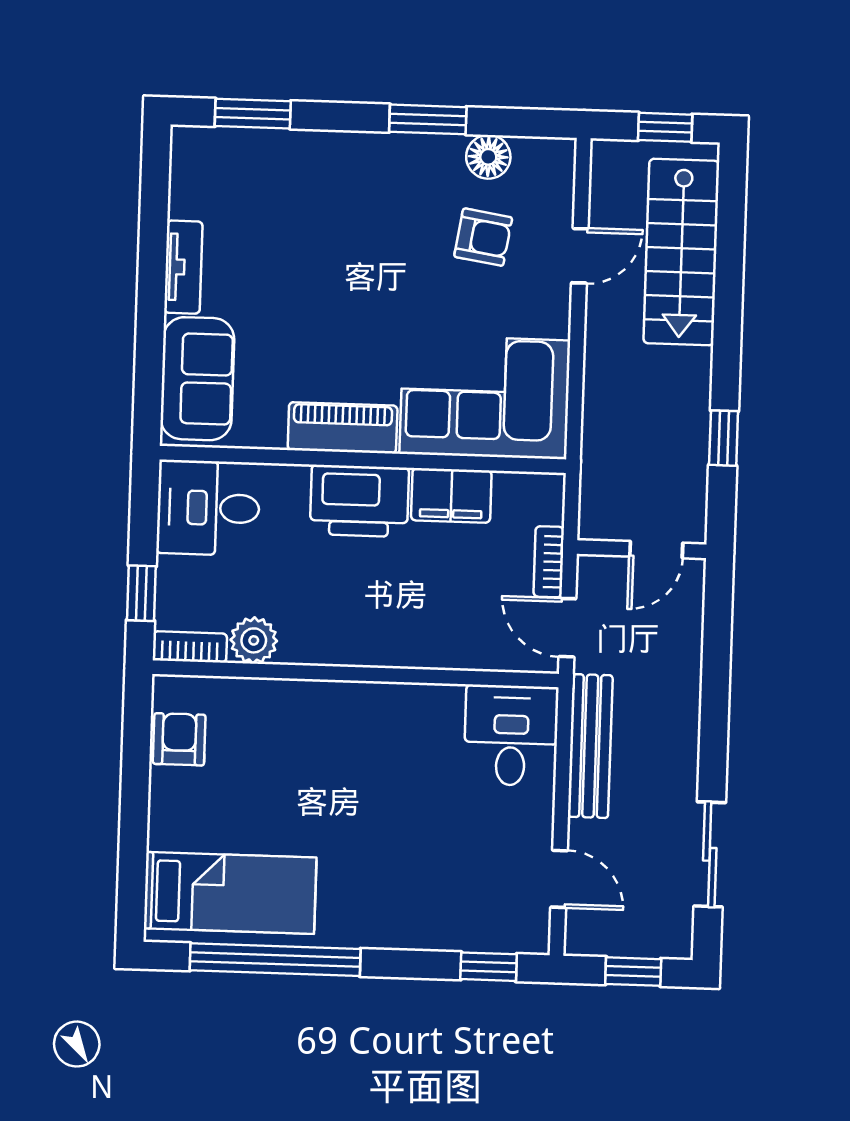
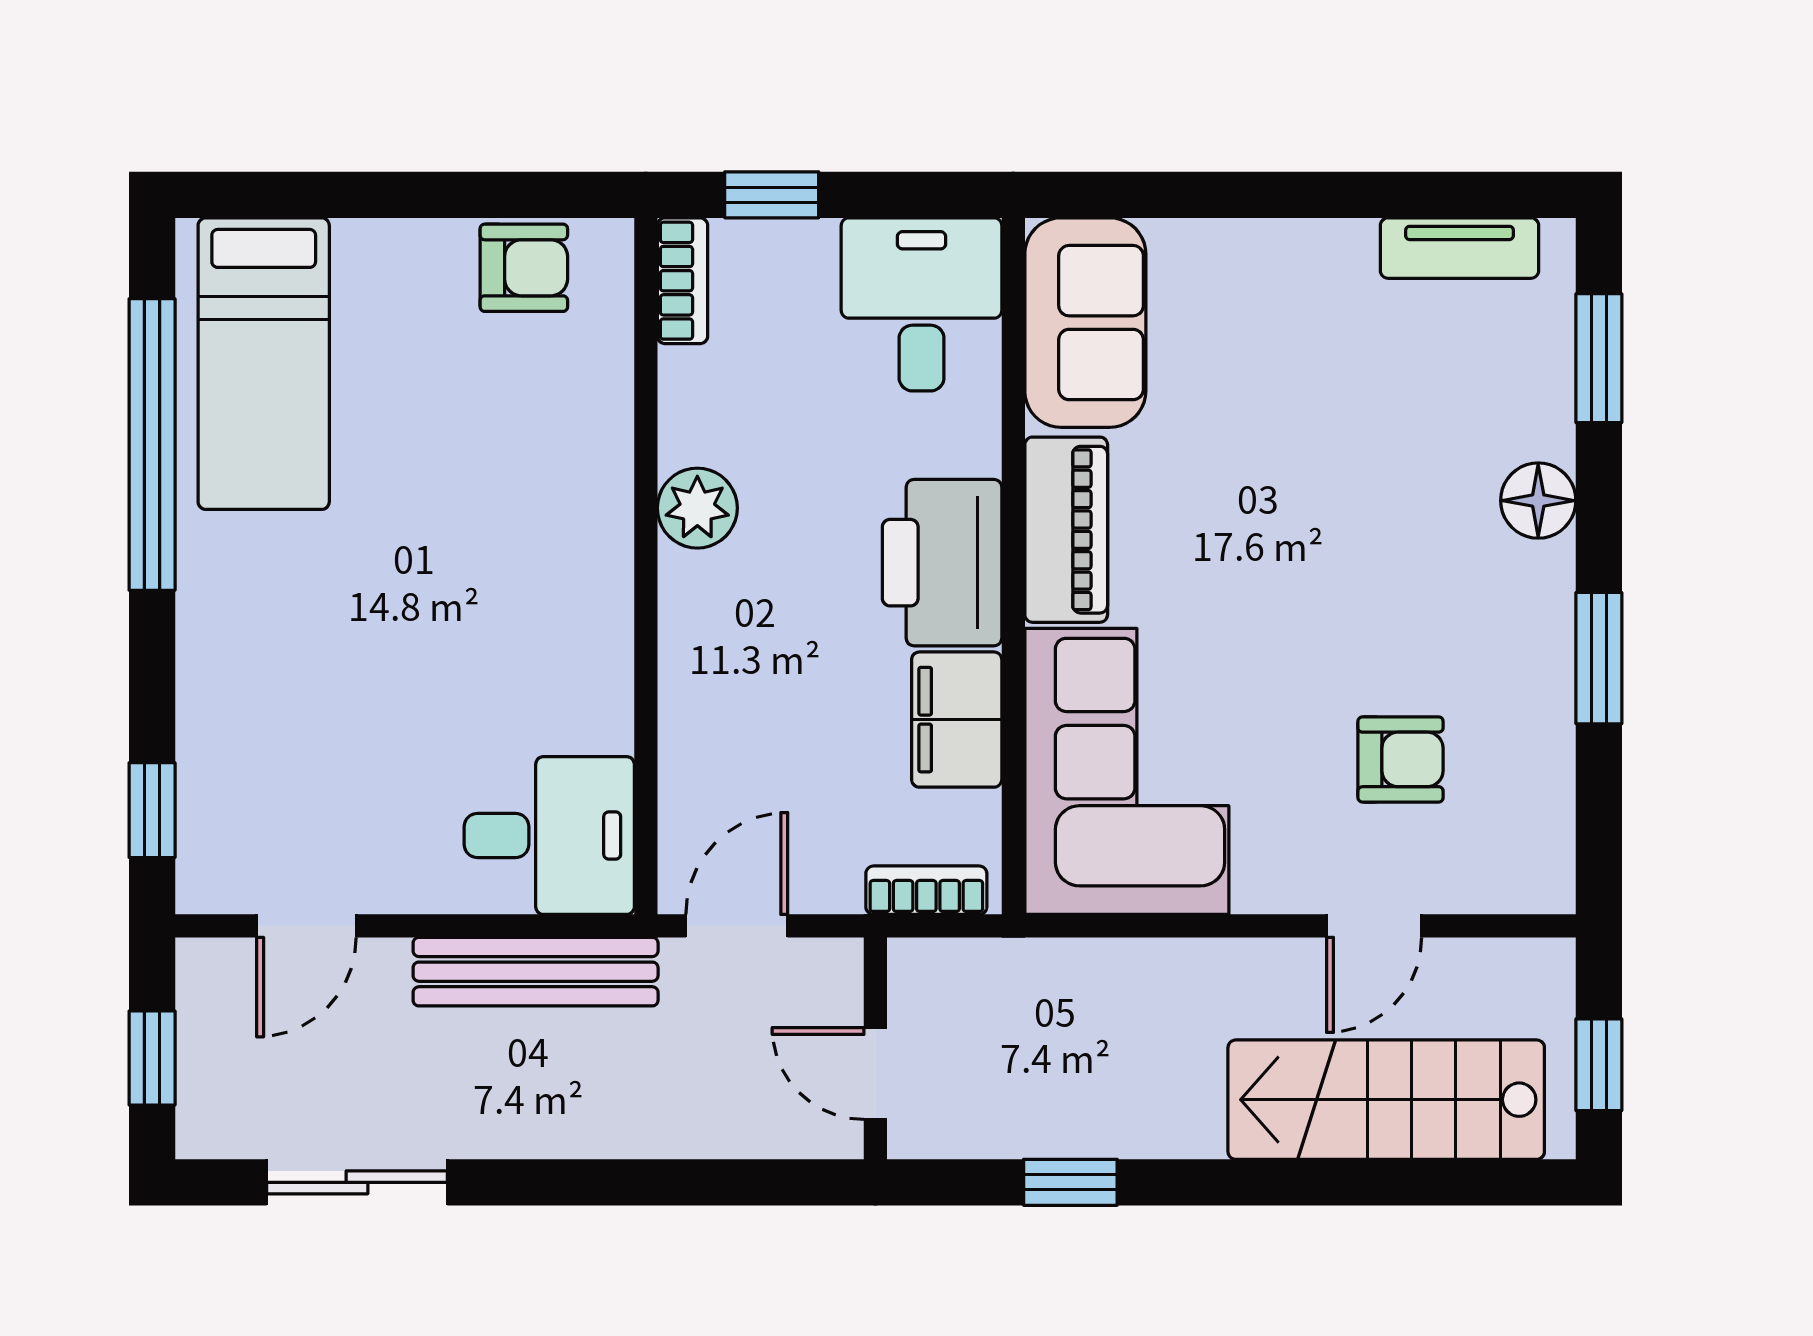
floor lamp: (488, 157) -> (1538, 501), moved
armchair: (483, 237) -> (1401, 759), turned -99
door: (580, 256) -> (1374, 926), hinge flipped
tv unit: (183, 267) -> (1459, 248), moved
sofa: (197, 379) -> (1085, 323), moved, turned -90
bookcase: (549, 562) -> (926, 890), moved
plant: (254, 640) -> (697, 508), moved

